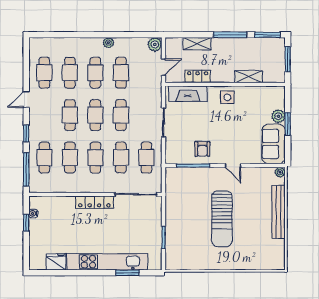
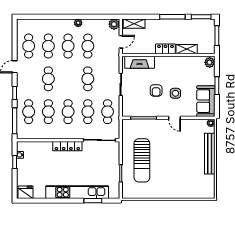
shelving: (197, 44) -> (134, 24), moved
locker: (198, 76) -> (165, 49), moved
side table: (227, 97) -> (175, 93), moved
cafe table: (95, 115) -> (68, 79), removed
plant: (278, 116) -> (210, 62), moved
armchair: (202, 149) -> (156, 90), moved
sun lounger: (222, 219) -> (142, 160), moved
fridge: (56, 262) -> (26, 192), moved

